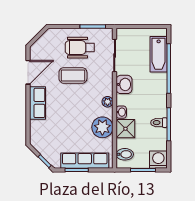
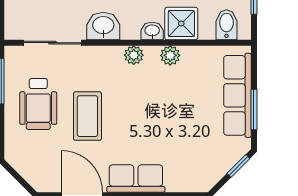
plant: (102, 127) -> (170, 55), width x0.53, depth x0.53

